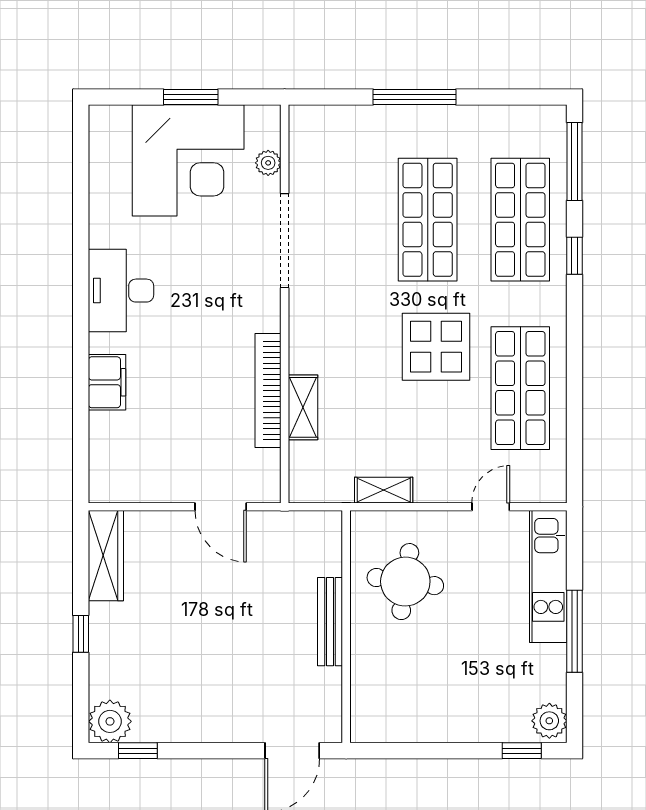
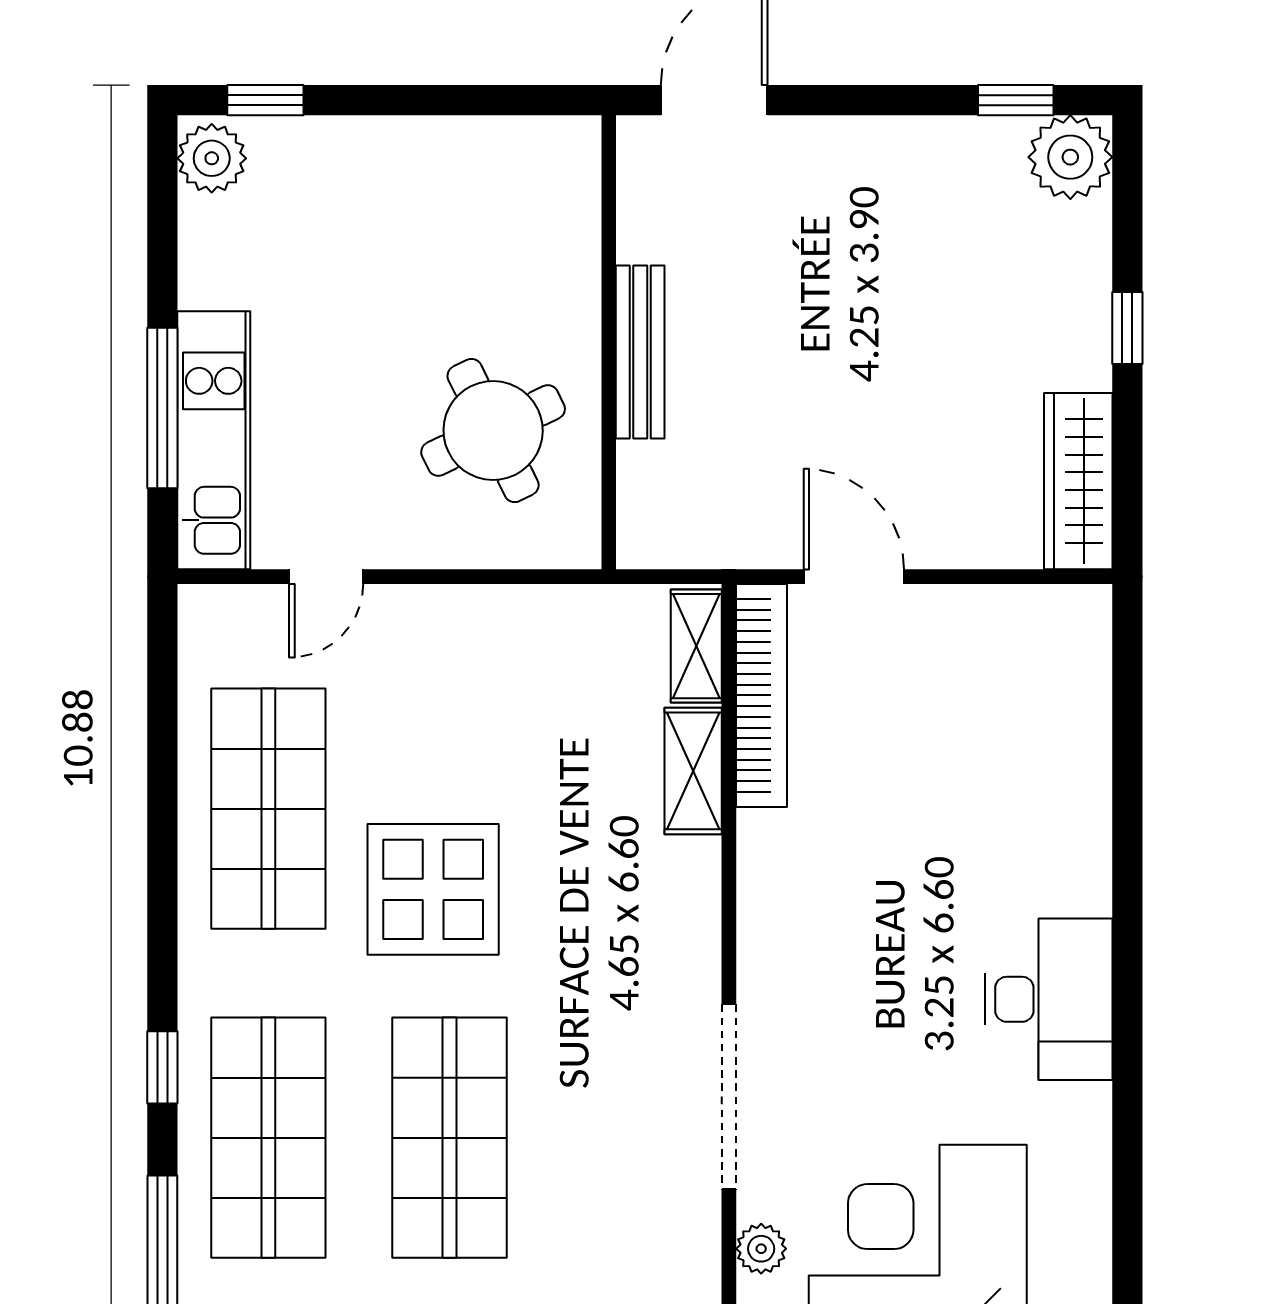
filing cabinet: (107, 382) -> (1076, 820), removed
bookcase: (268, 391) -> (761, 695), moved
shelving: (384, 490) -> (696, 646), moved, turned 90
round table: (405, 582) -> (493, 431), turned -34
window: (575, 631) -> (162, 408), moved

